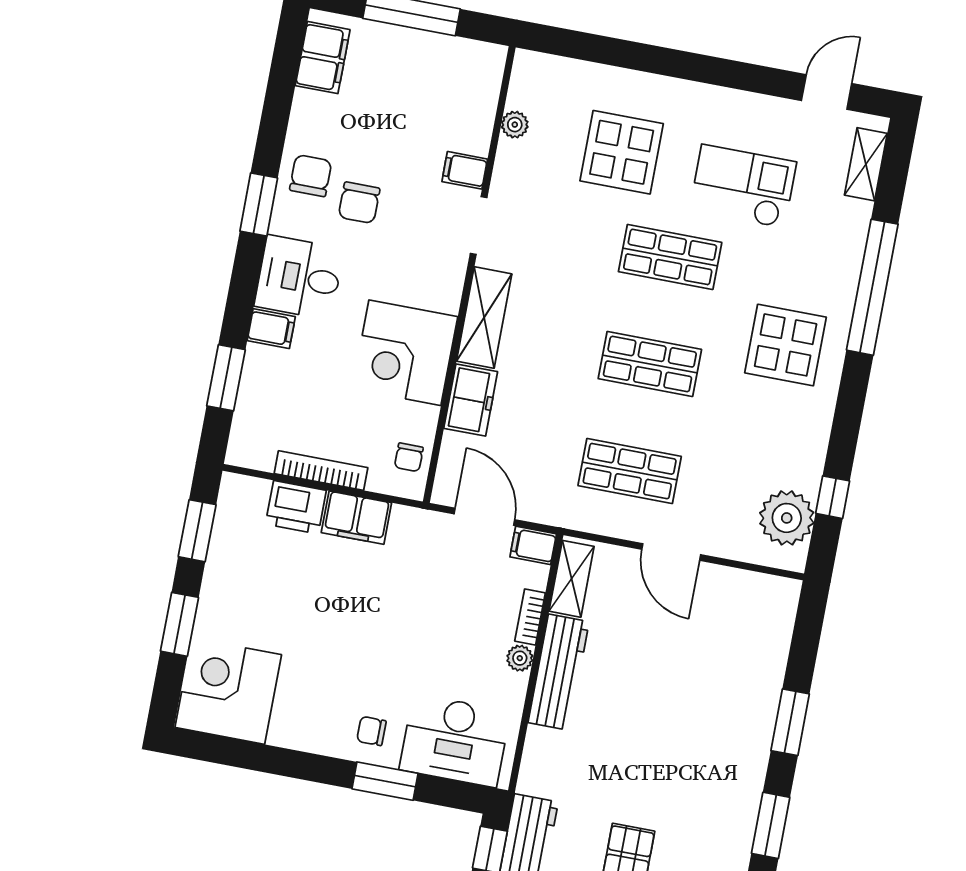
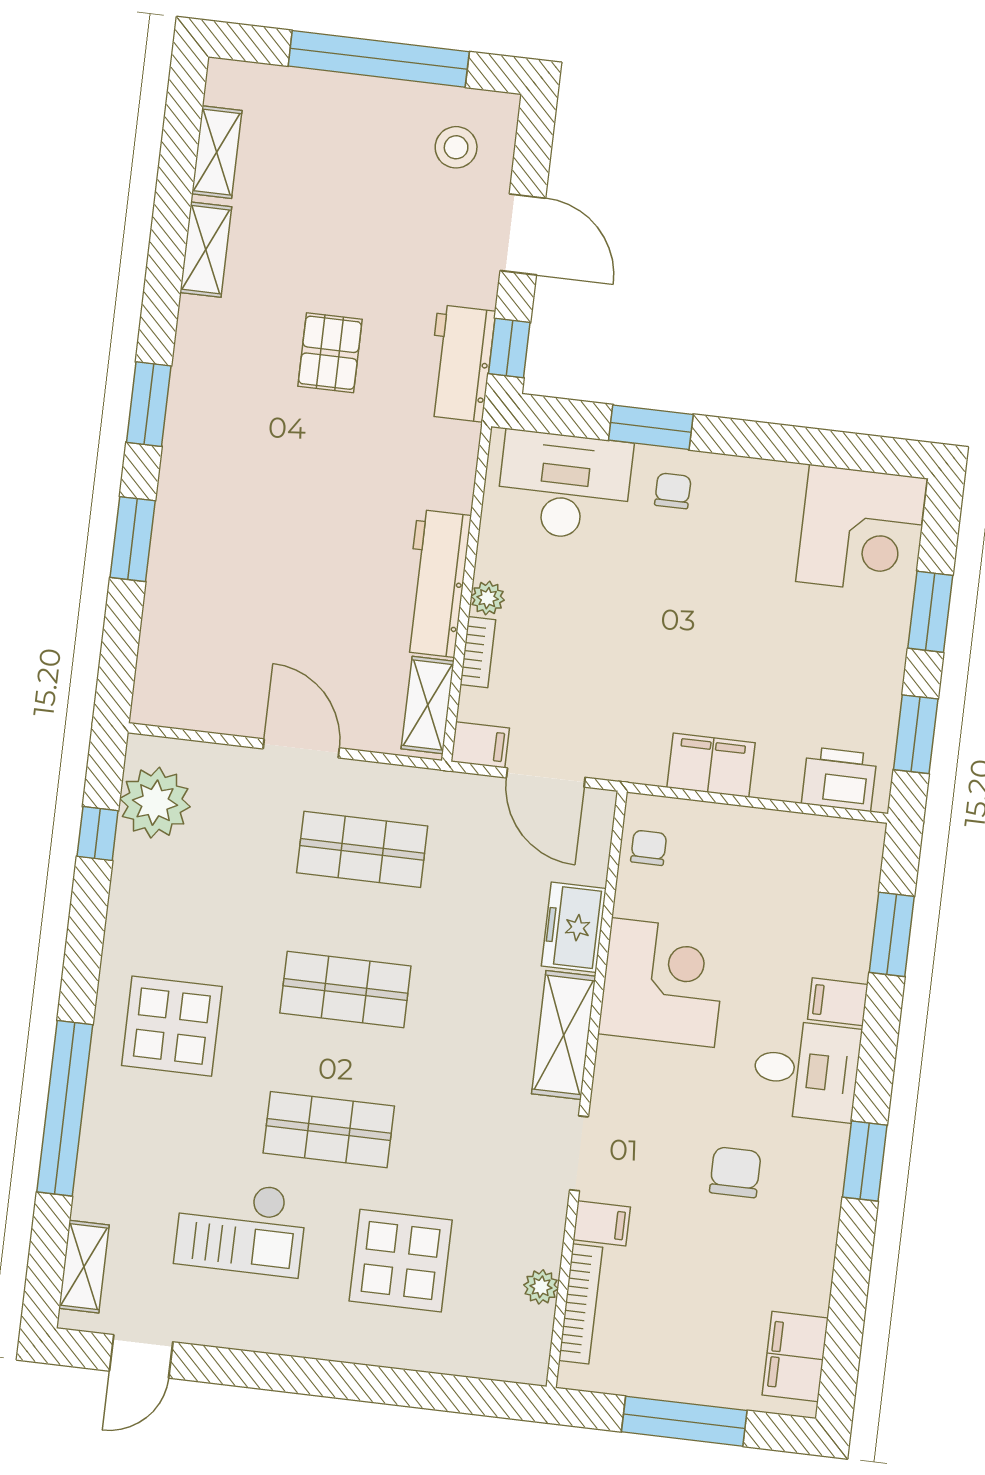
chair: (311, 176) -> (800, 1203), removed
bookcase: (321, 471) -> (581, 1304), moved, turned -90
printer: (296, 507) -> (839, 779), moved
chair: (371, 731) -> (673, 491), turned -90

